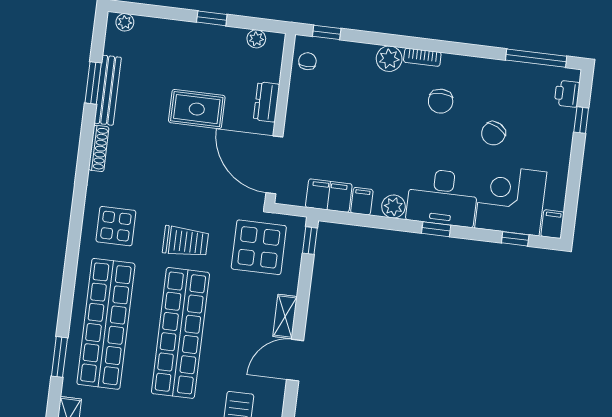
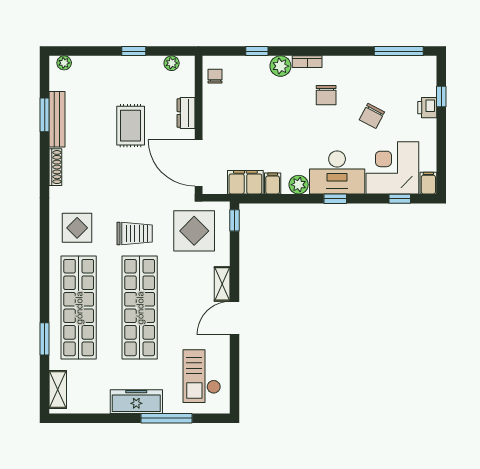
window: (327, 32) -> (257, 51), moved
printer: (567, 94) -> (427, 108), moved
rug: (197, 109) -> (131, 126), turned 90

